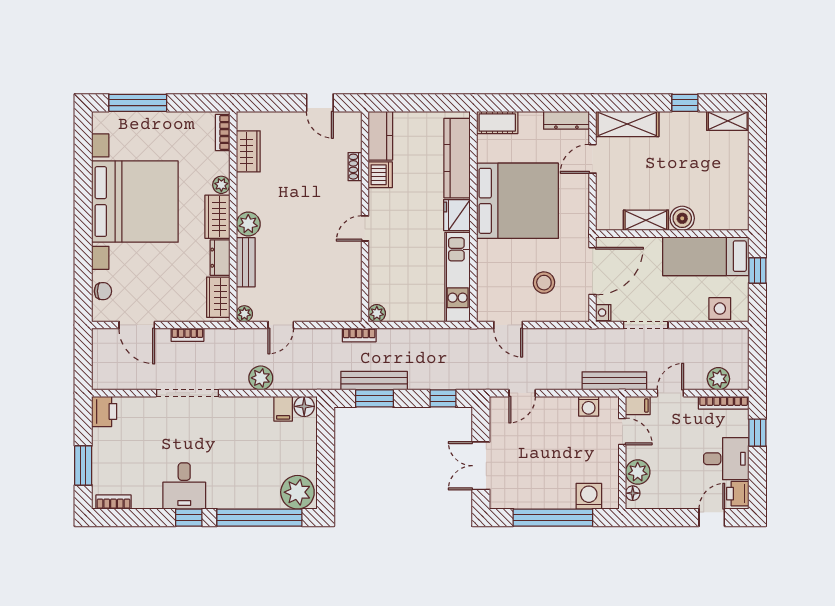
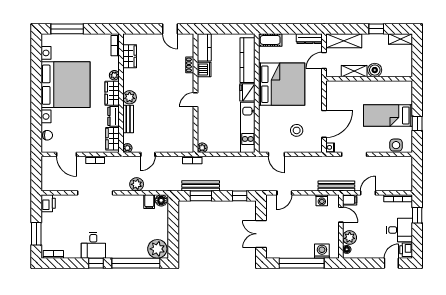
boiler: (682, 218) -> (375, 70), moved
shelving: (646, 220) -> (354, 71), moved
wall: (672, 234) -> (369, 79), moved
plant: (718, 379) -> (395, 185), removed

